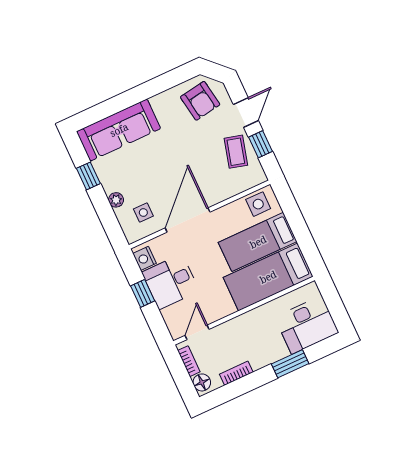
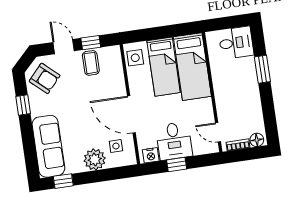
window: (160, 84) -> (23, 105), added
armchair: (200, 101) -> (45, 78), turned 51
coffee table: (236, 152) -> (91, 63), turned 75
window: (88, 176) -> (63, 181), moved
plant: (116, 200) -> (95, 159), width x1.87, depth x1.87
desk: (307, 325) -> (236, 43), width x0.73
bookcase: (236, 373) -> (257, 112), removed

